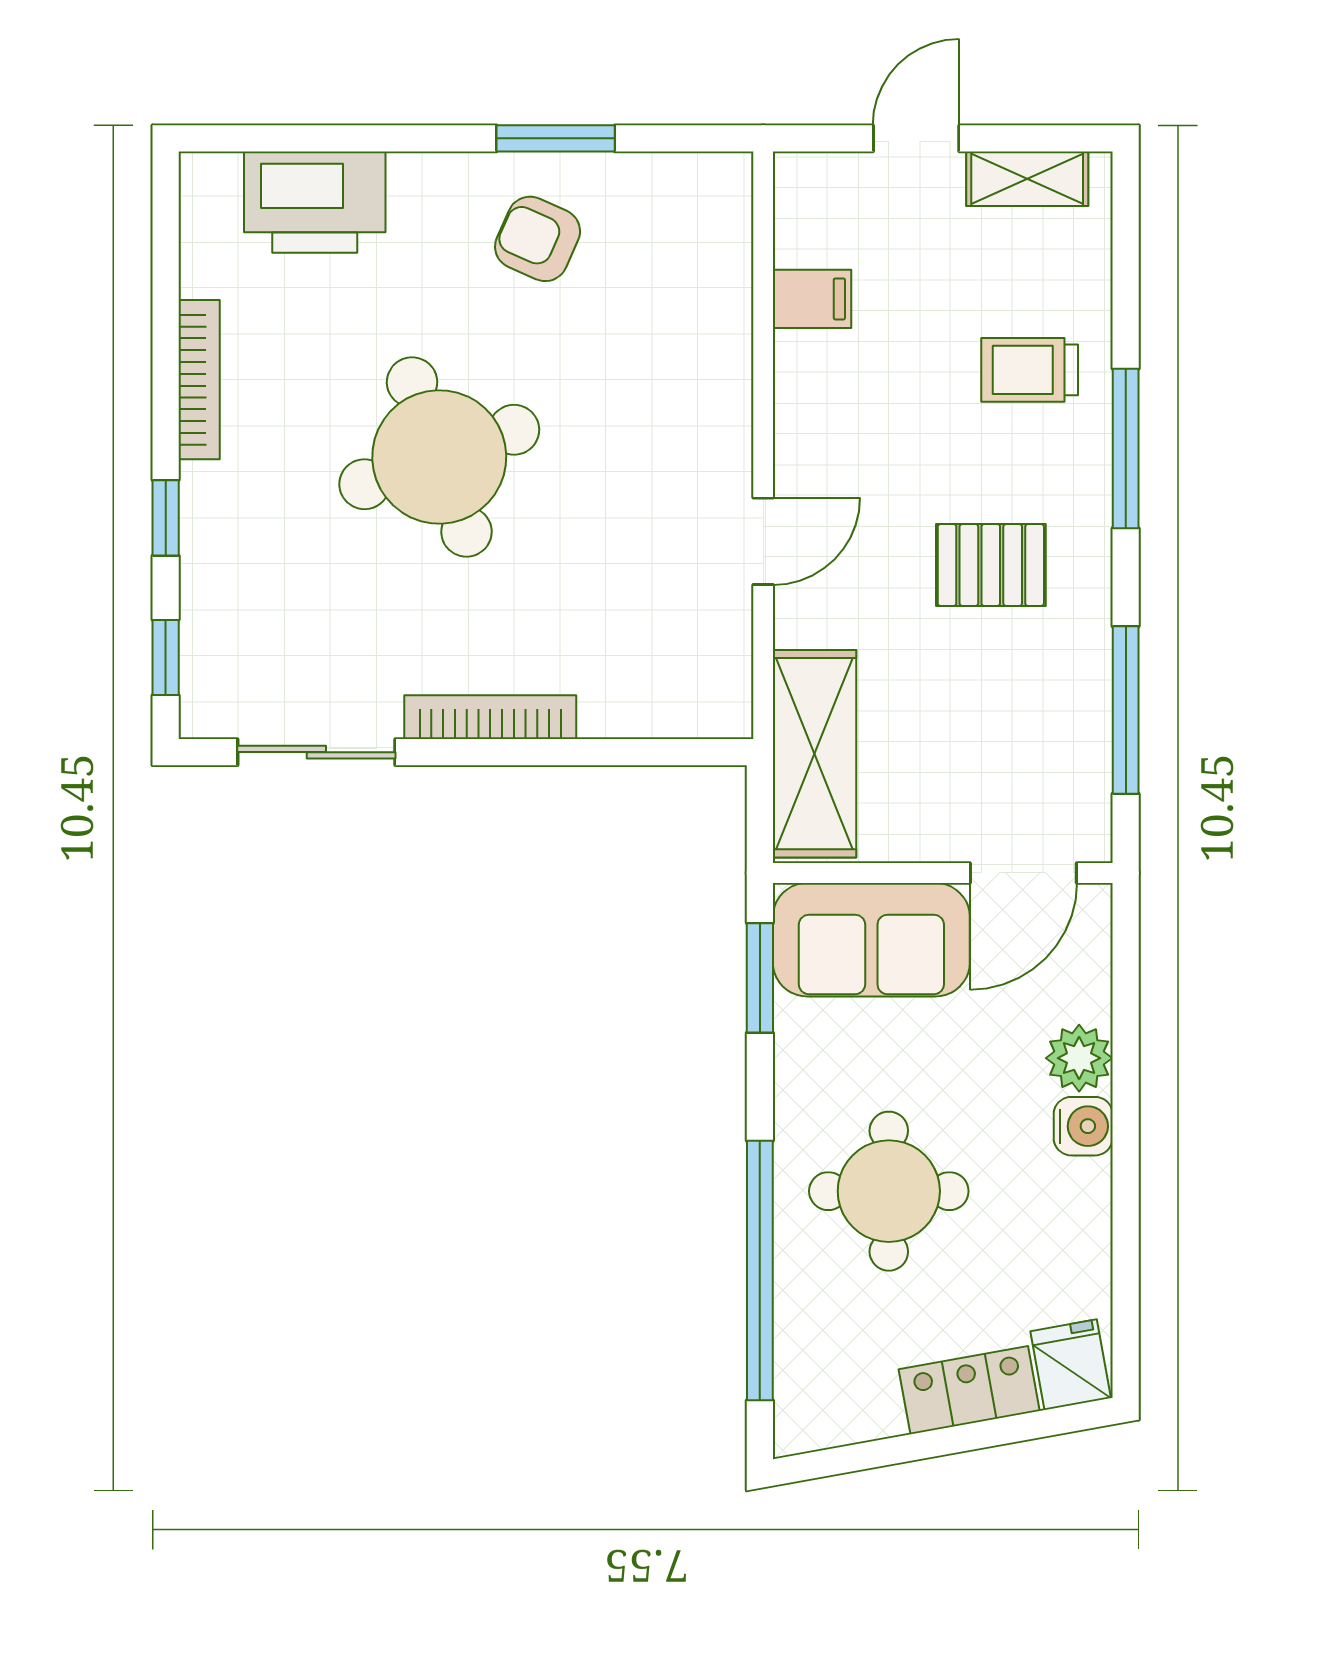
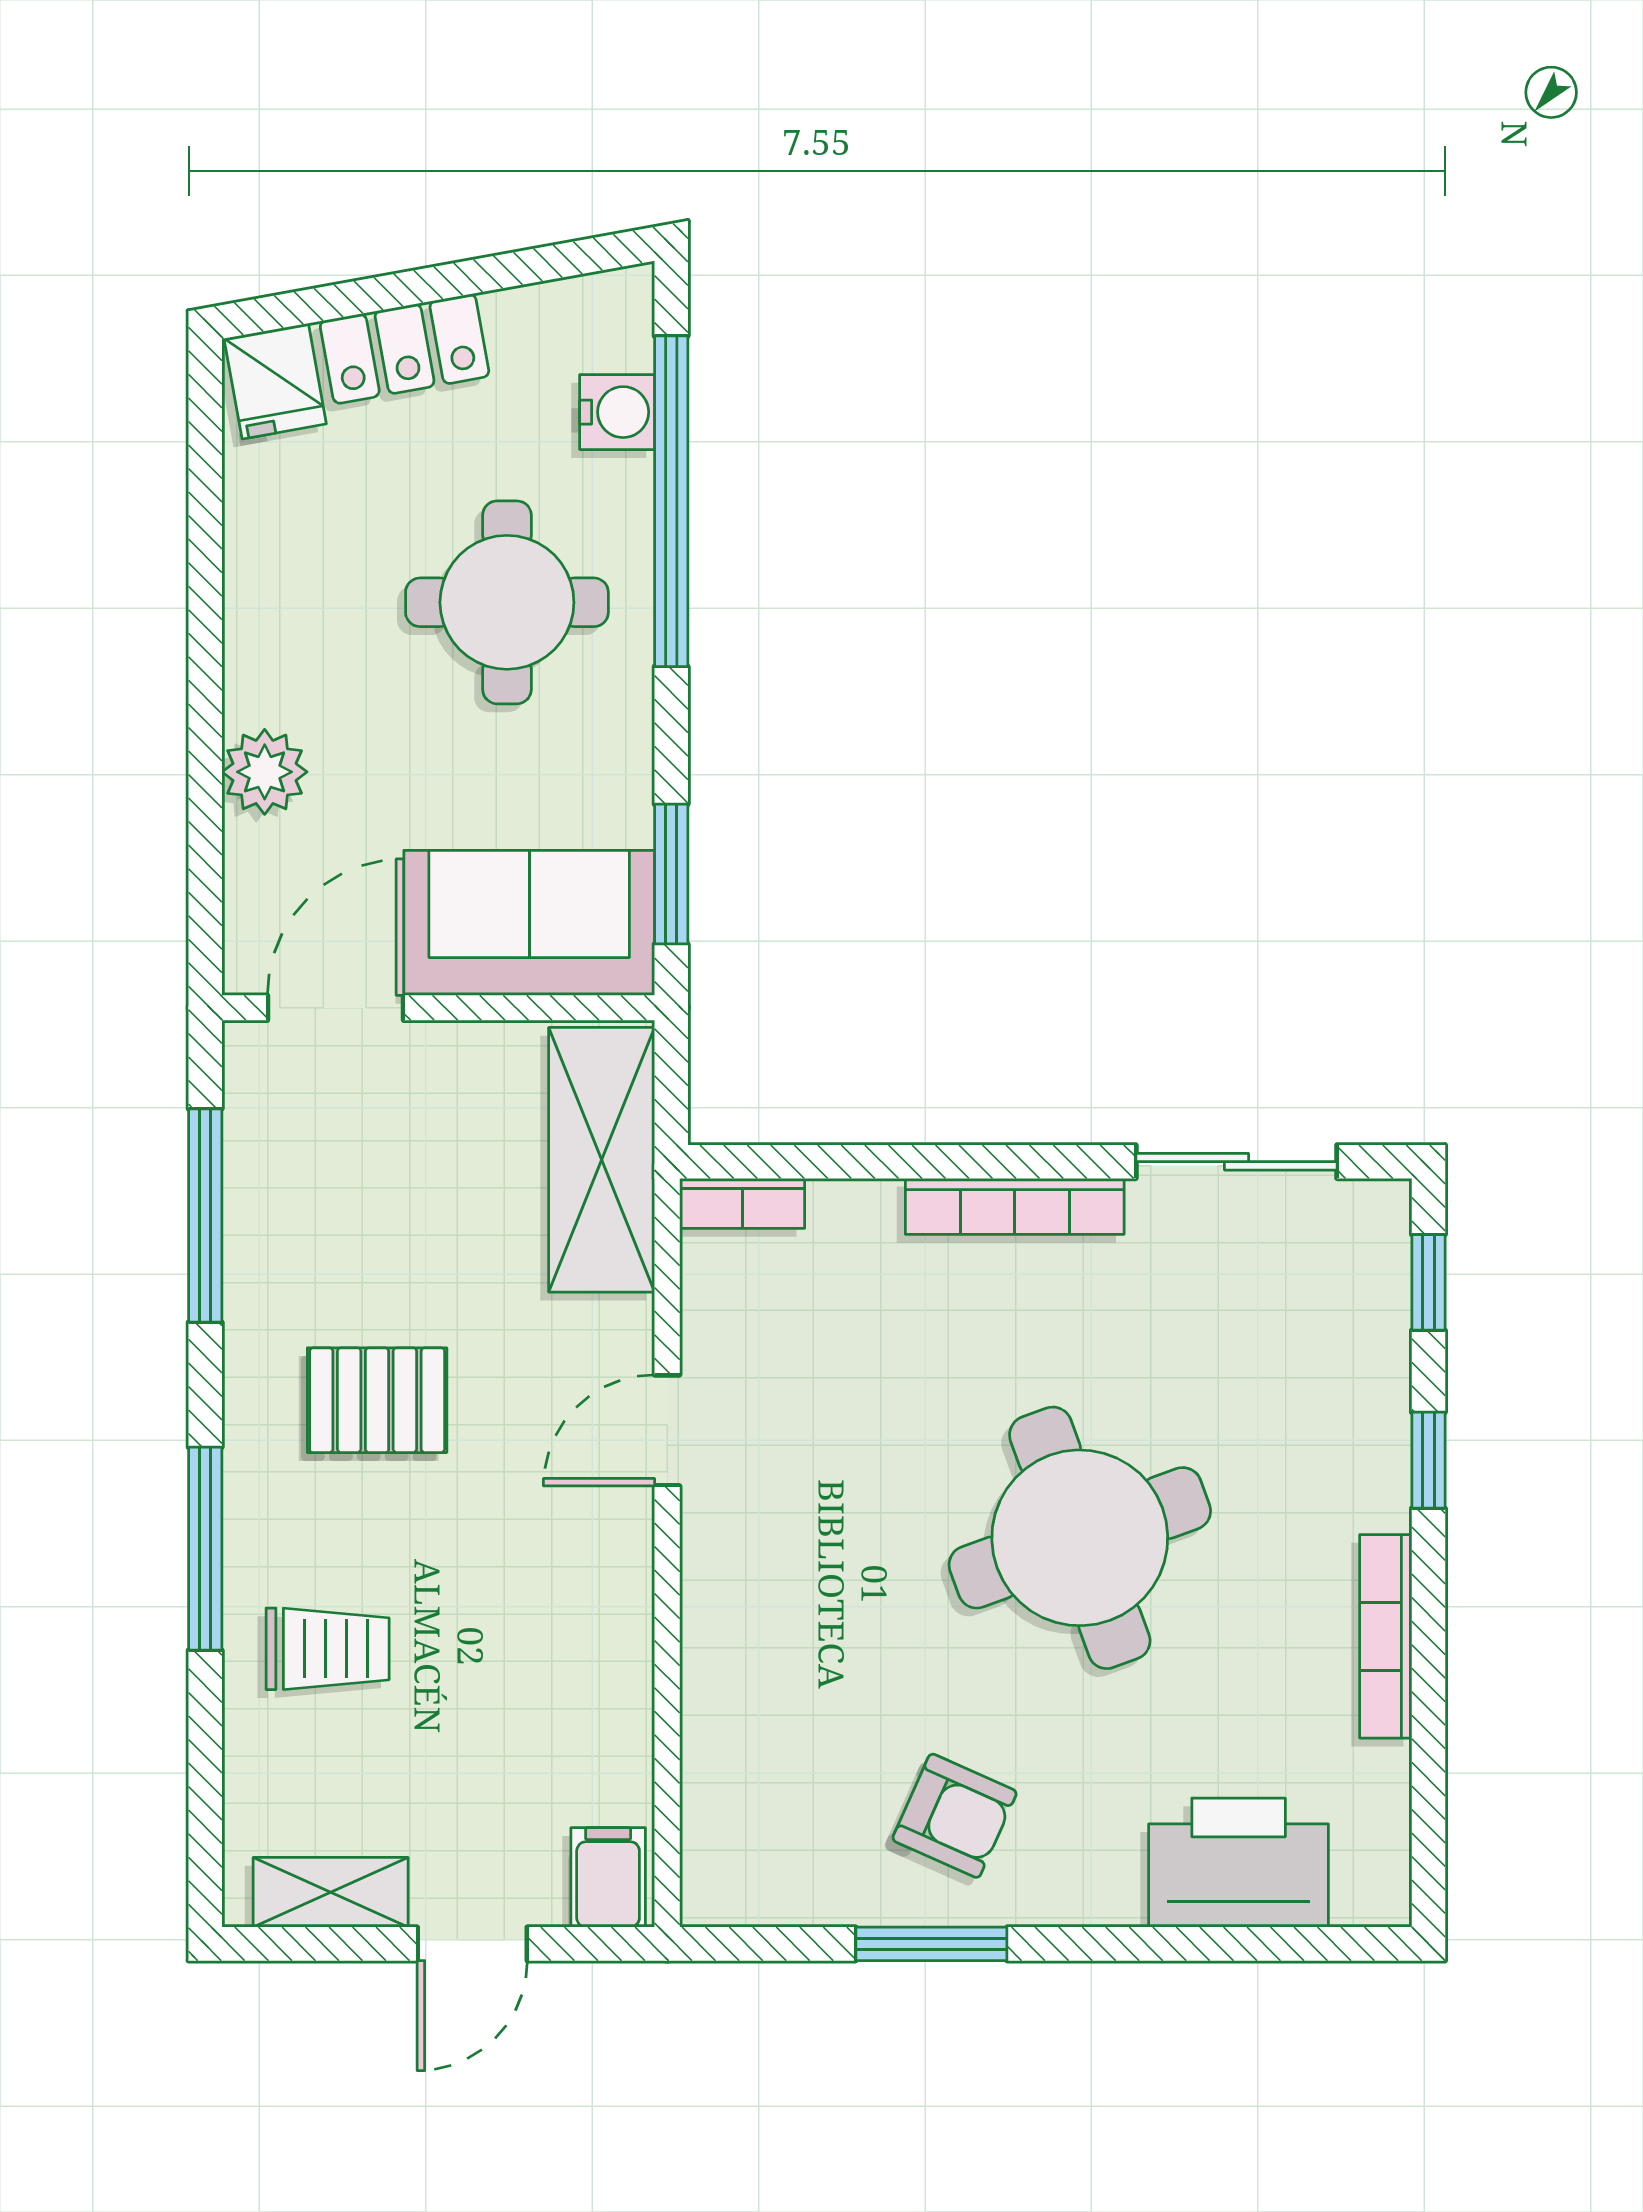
filing cabinet: (812, 299) -> (608, 1877), moved, turned 90
bookcase: (704, 719) -> (742, 1203), added
water cooler: (1083, 1126) -> (617, 412), moved, turned 180

